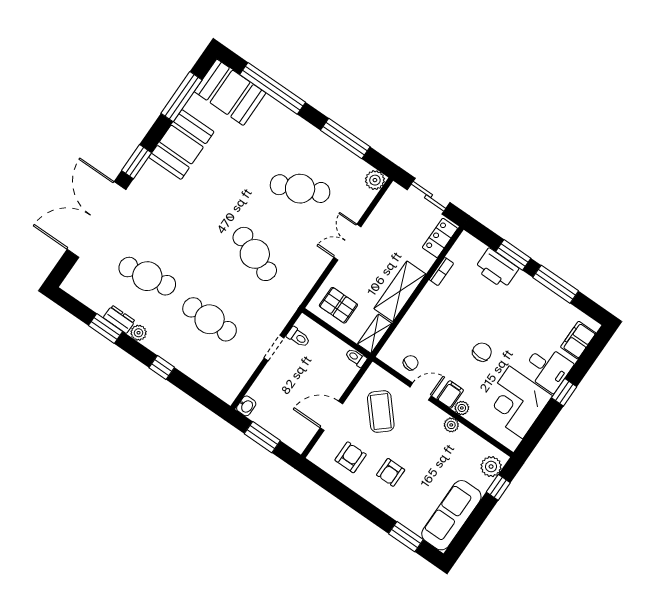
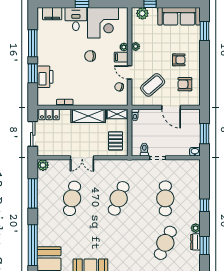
cafe table: (300, 189) -> (72, 198), turned 36
cafe table: (147, 276) -> (165, 243), turned 33

